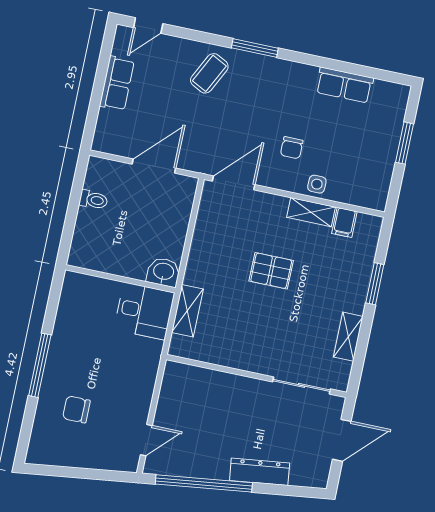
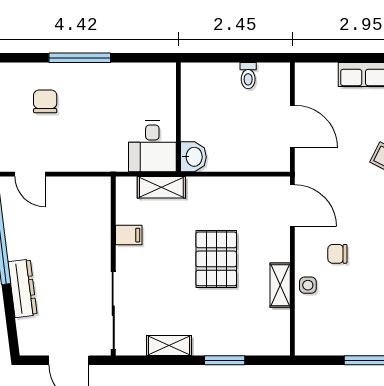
filing cabinet: (344, 222) -> (129, 235), moved, turned 180
pallet: (271, 271) -> (216, 259), width x1.50, depth x1.42
sliding door: (301, 385) -> (113, 311), width x1.37

